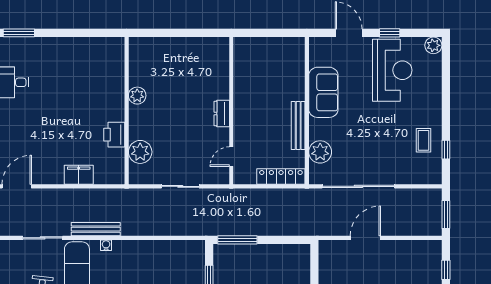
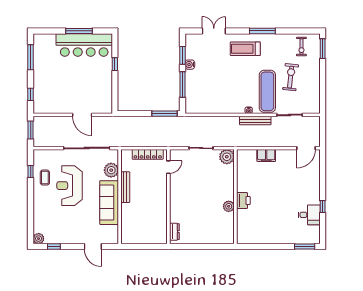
window: (390, 33) -> (54, 247), moved
reception desk: (392, 70) -> (70, 186), moved
sofa: (323, 92) -> (109, 203), width x1.36
dresser: (222, 114) -> (174, 232), moved
printer: (114, 135) -> (243, 201), moved
plant: (140, 152) -> (227, 157), moved
locker: (281, 176) -> (148, 154), moved
door: (365, 238) -> (82, 115), hinge flipped

